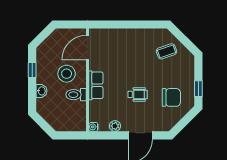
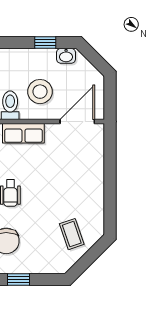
door: (88, 48) -> (77, 122), hinge flipped
washbasin: (41, 91) -> (66, 56), moved

